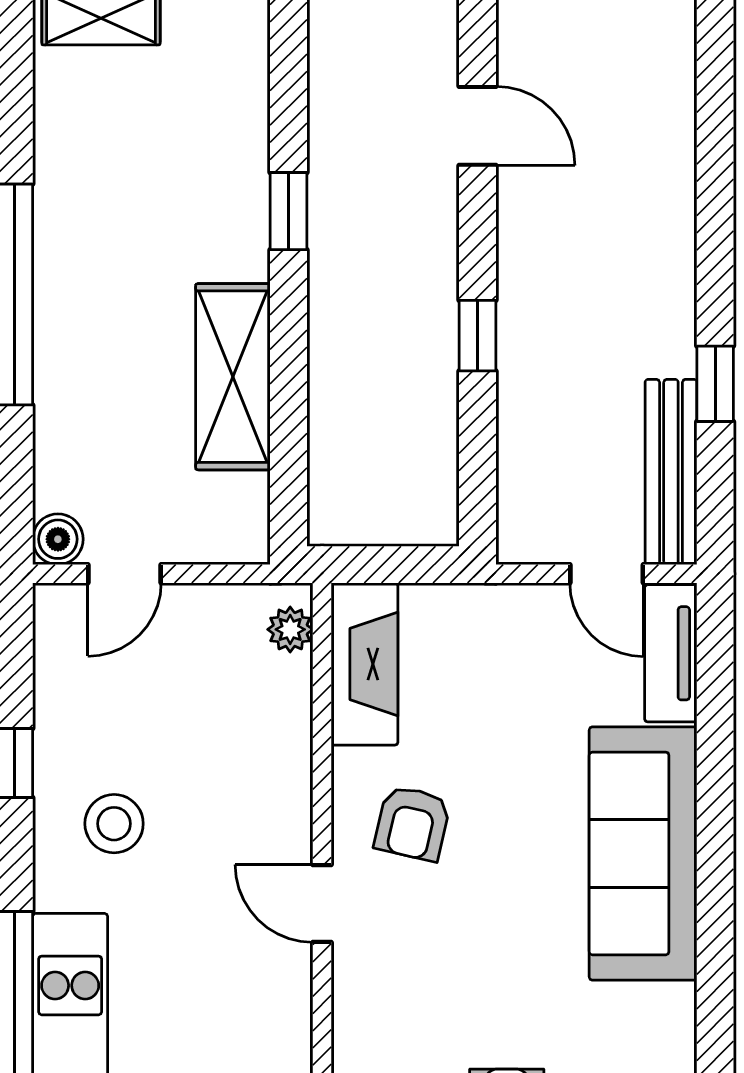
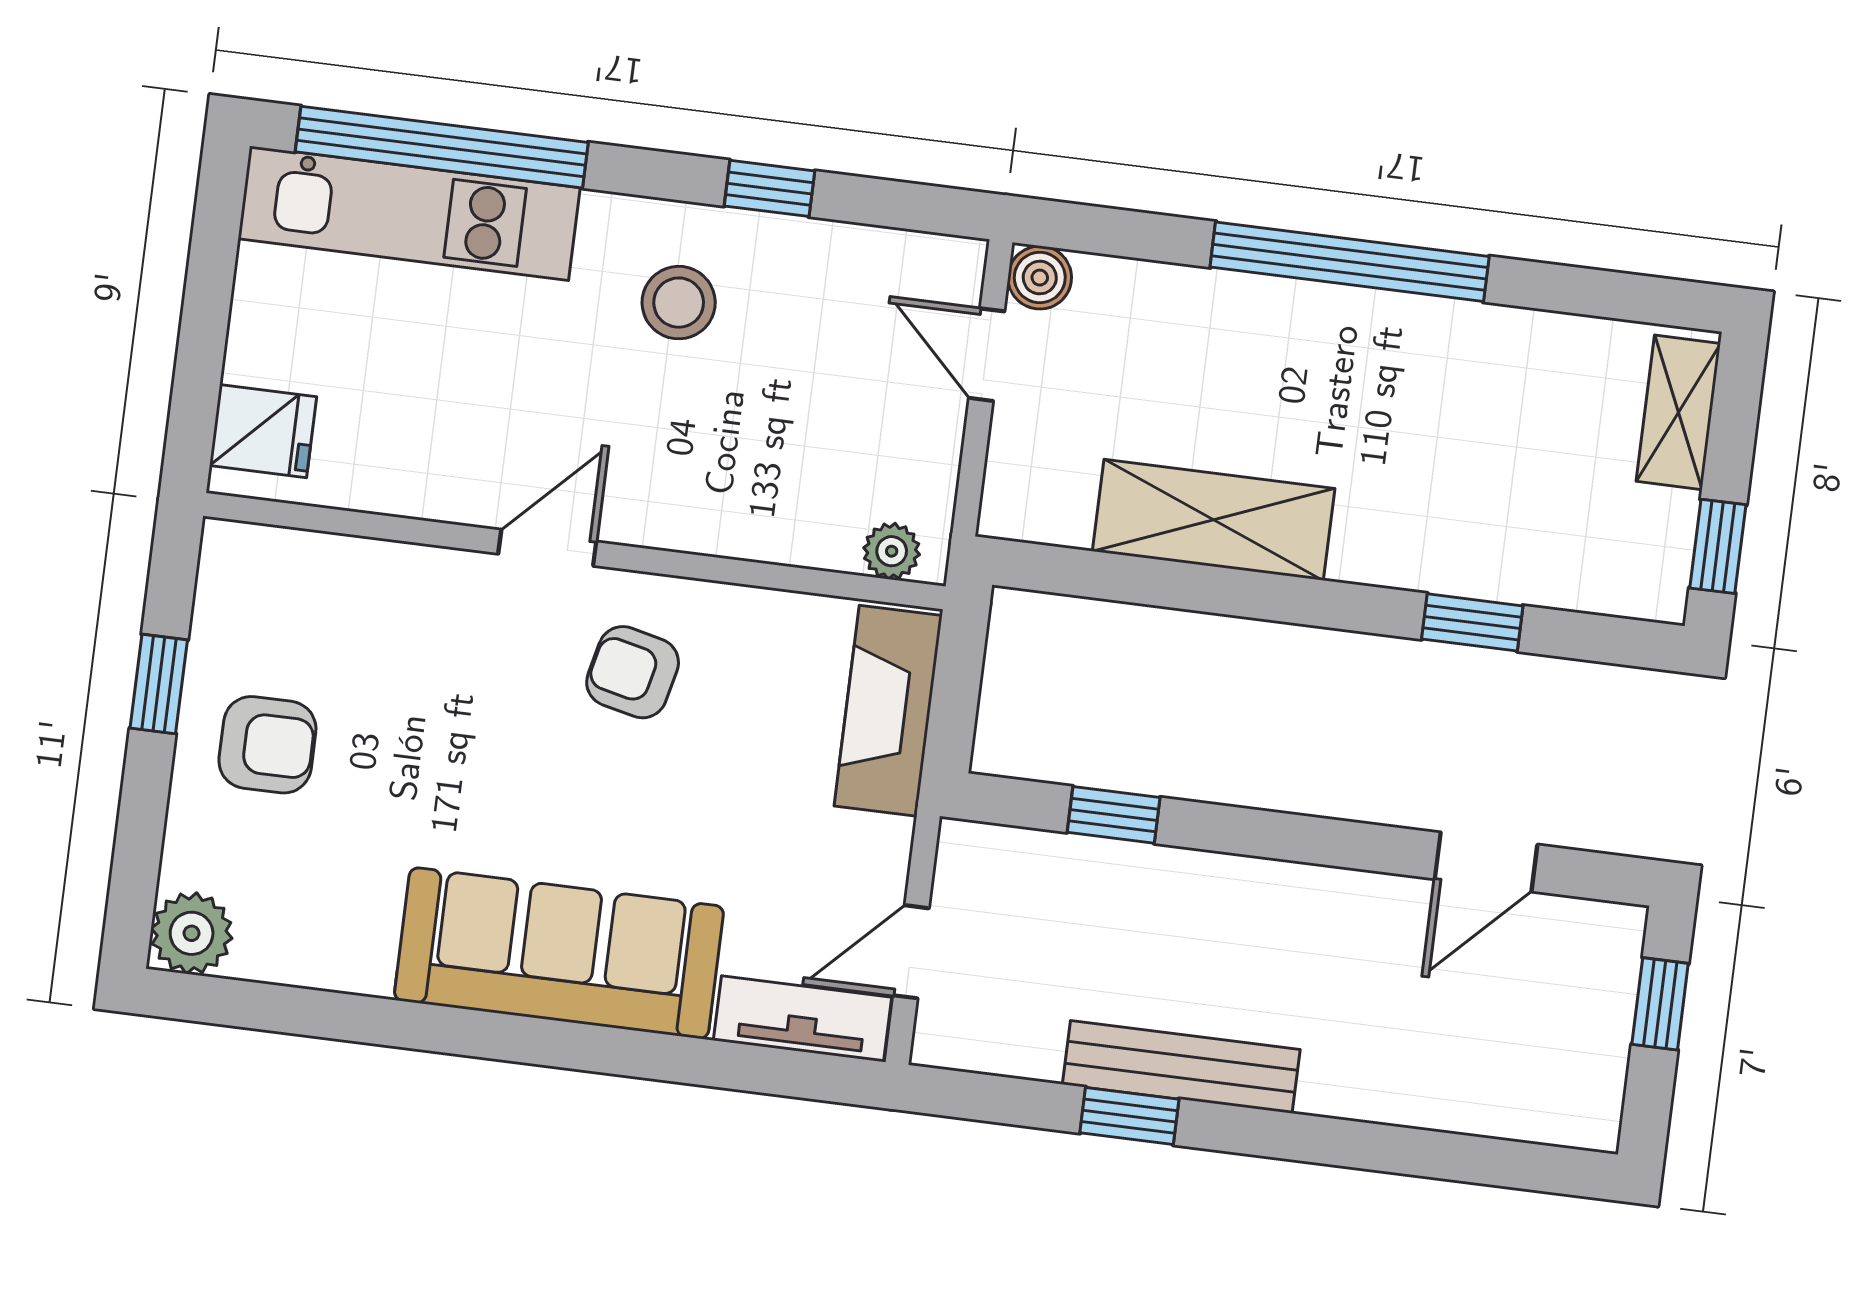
window: (289, 211) -> (1472, 622), moved
window: (477, 336) -> (1114, 815), moved
bench: (671, 472) -> (1181, 1067), moved
fireplace: (365, 664) -> (888, 711), moved, turned 90

